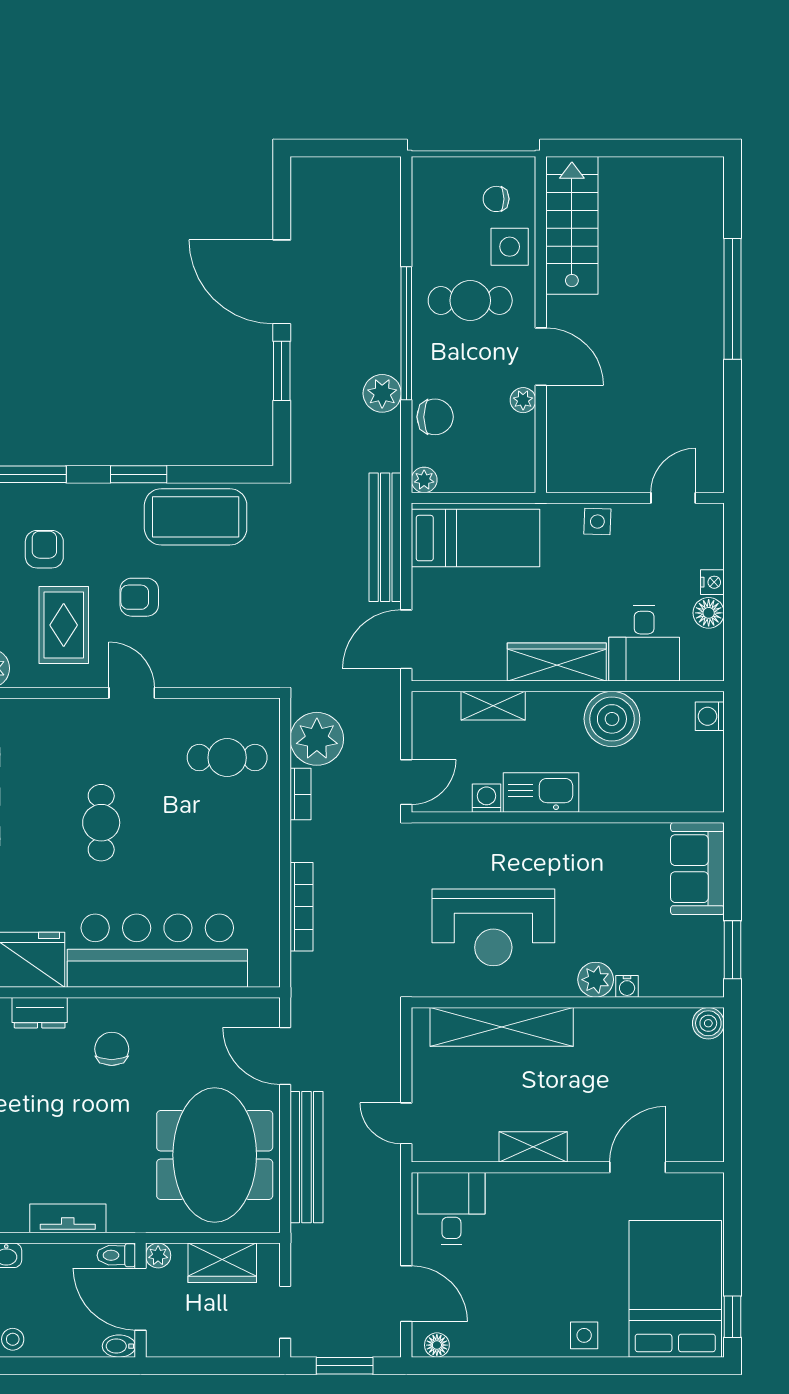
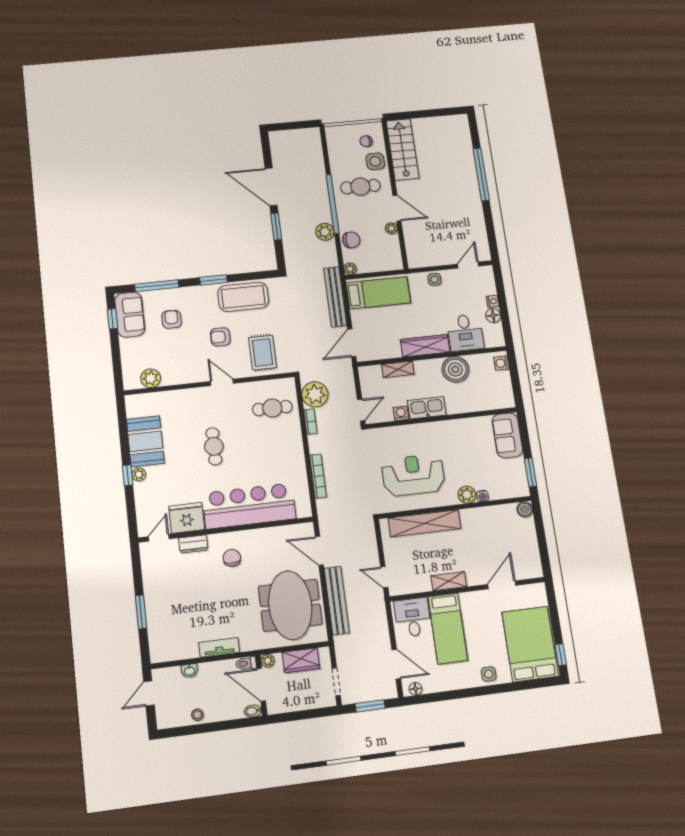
rug: (64, 625) -> (263, 353), moved
reception desk: (493, 927) -> (413, 475), turned 180
bed: (517, 1238) -> (448, 628), added

